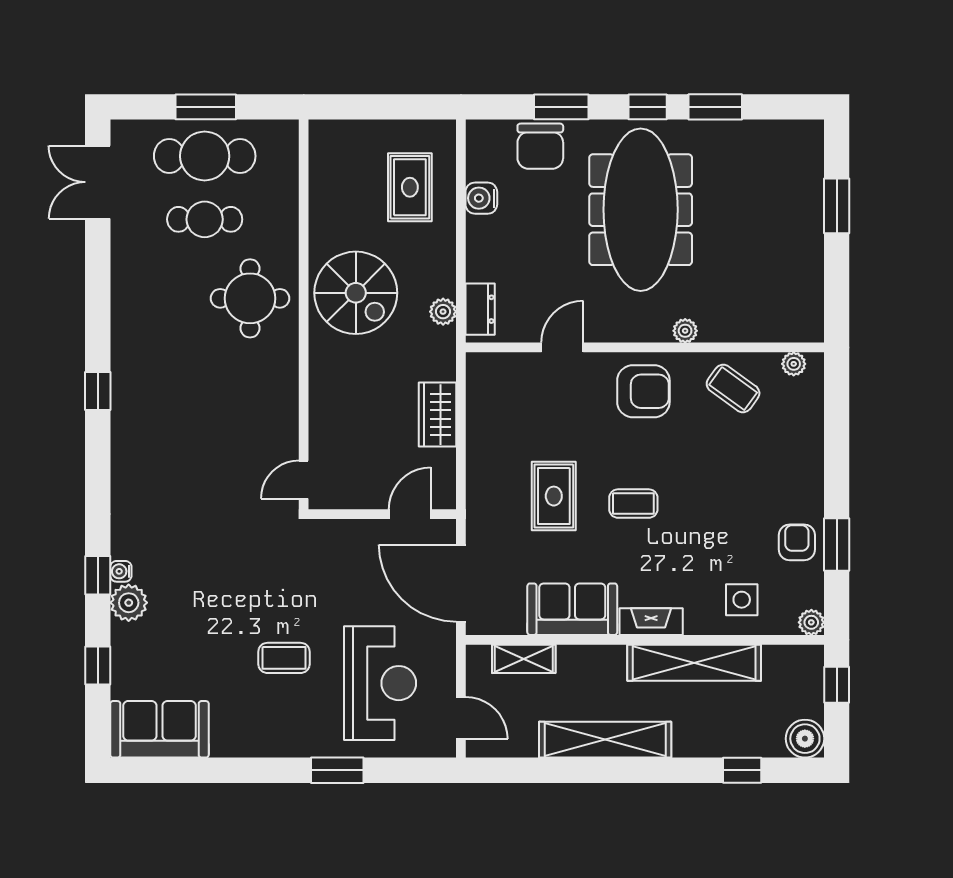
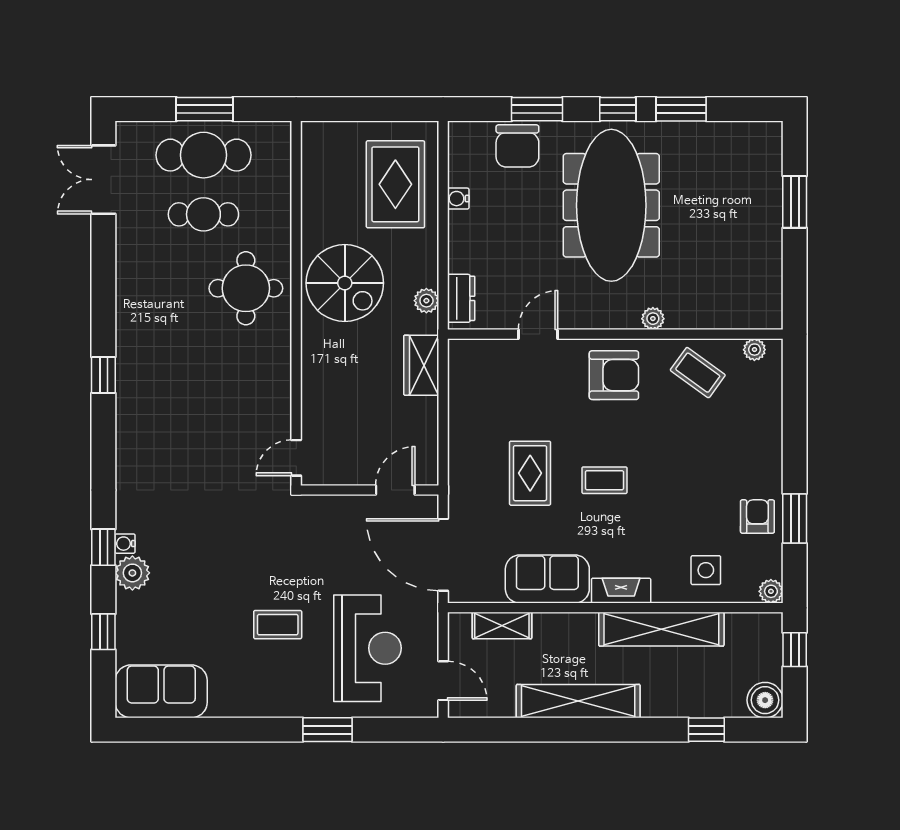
rug: (410, 187) -> (395, 184), width x1.36, depth x1.43
water cooler: (481, 198) -> (458, 199), width x0.72, depth x0.72
wardrobe: (438, 415) -> (421, 365), moved

